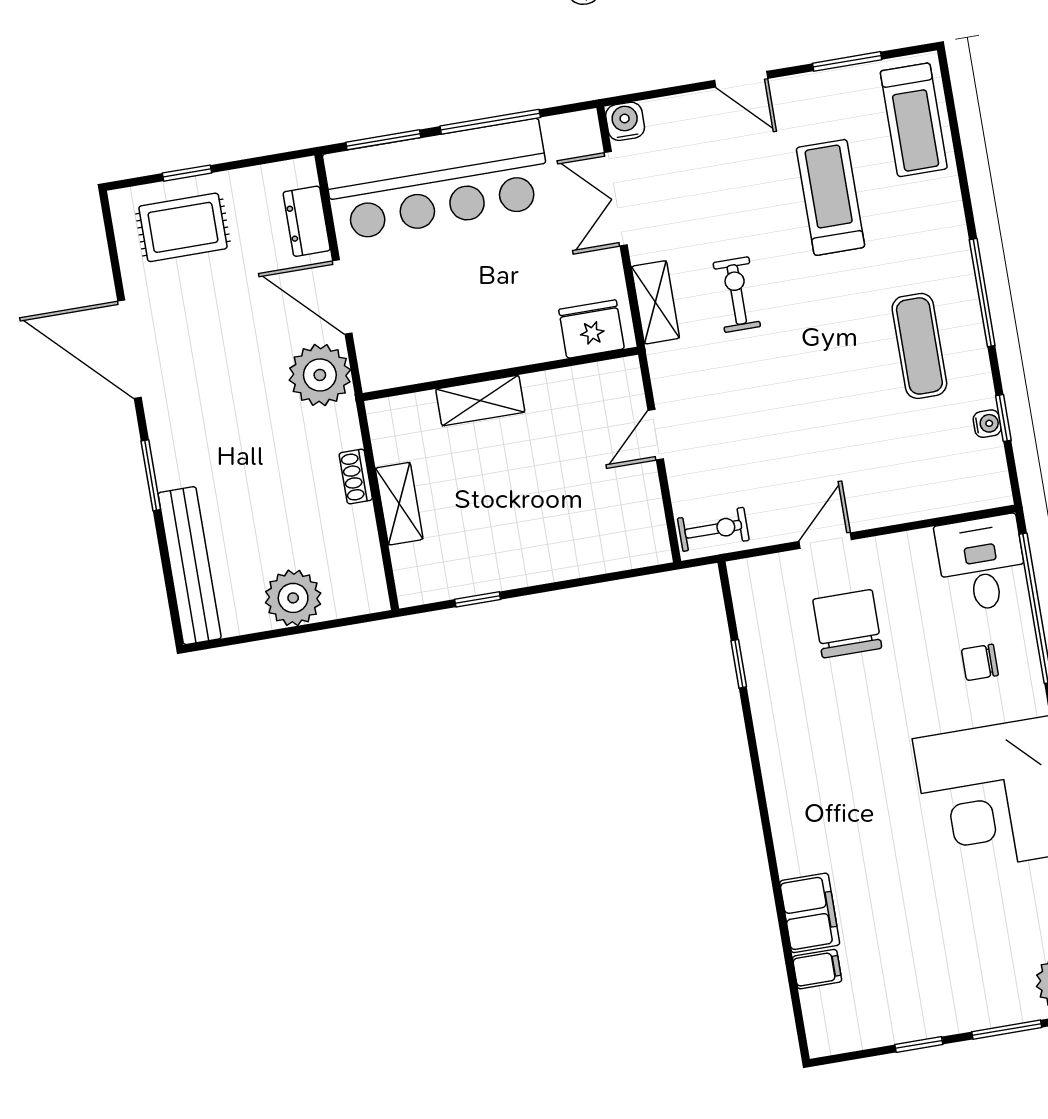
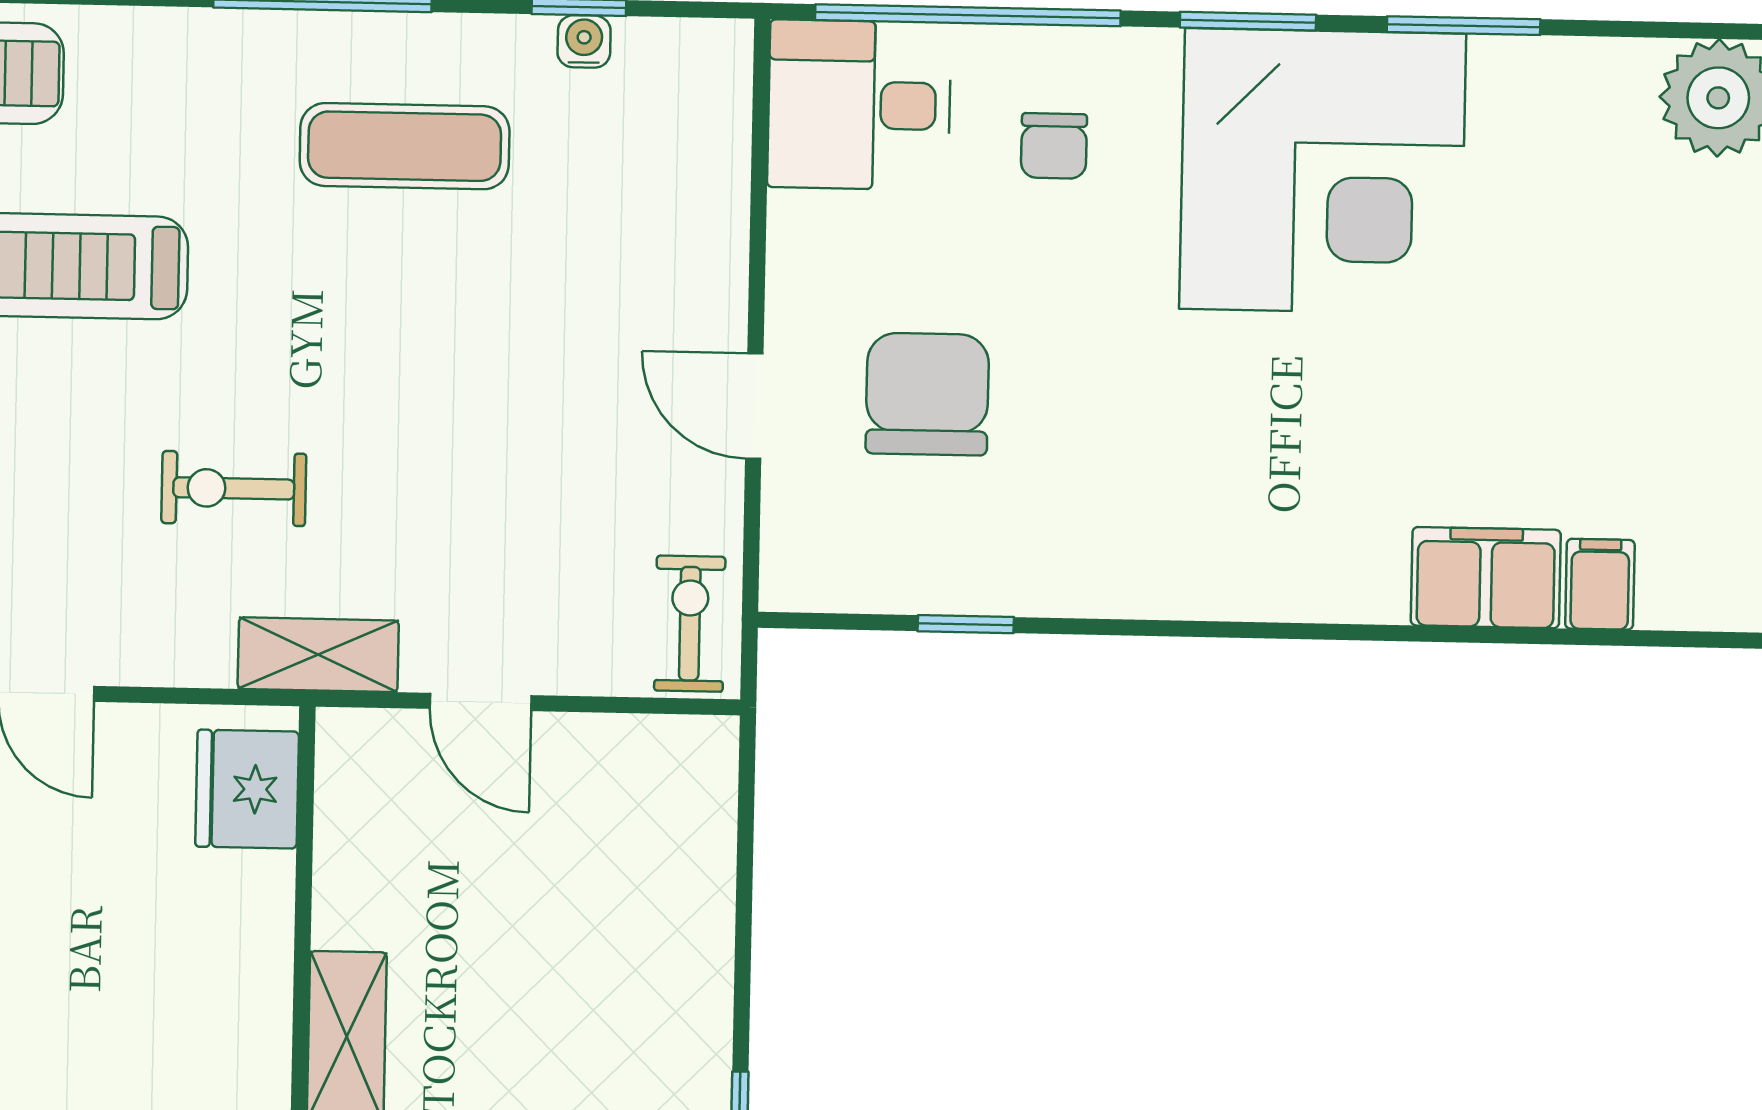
shelving: (655, 302) -> (318, 655), moved
chair: (847, 624) -> (927, 394), turned 90

